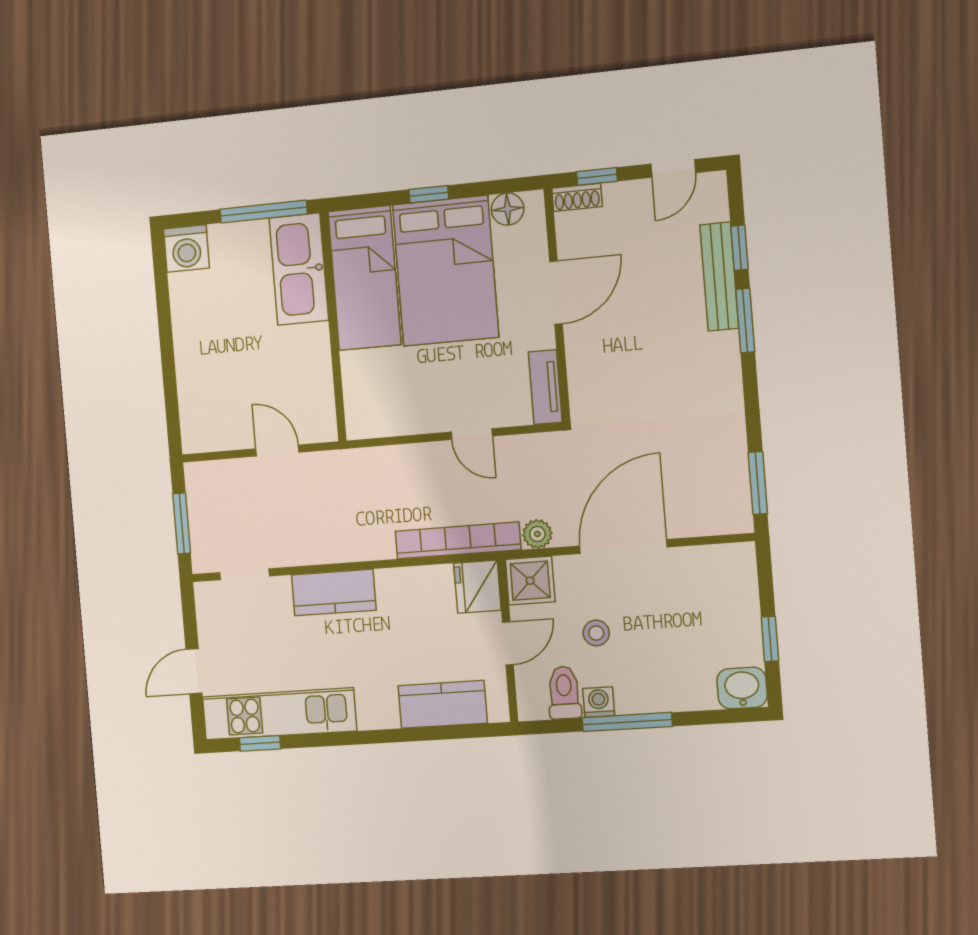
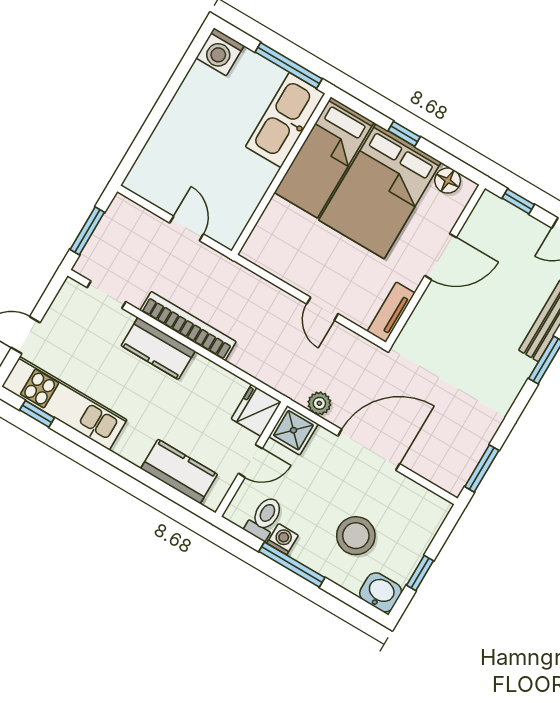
shoe rack: (577, 197) -> (497, 205), removed
bookcase: (458, 540) -> (188, 326), moved
stool: (596, 633) -> (356, 536), moved, width x1.89, depth x1.89

